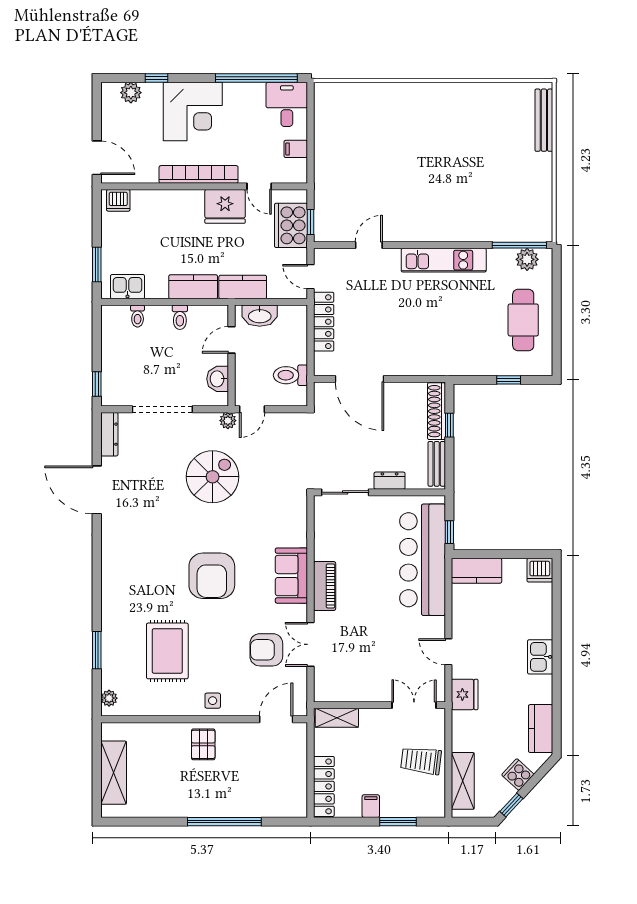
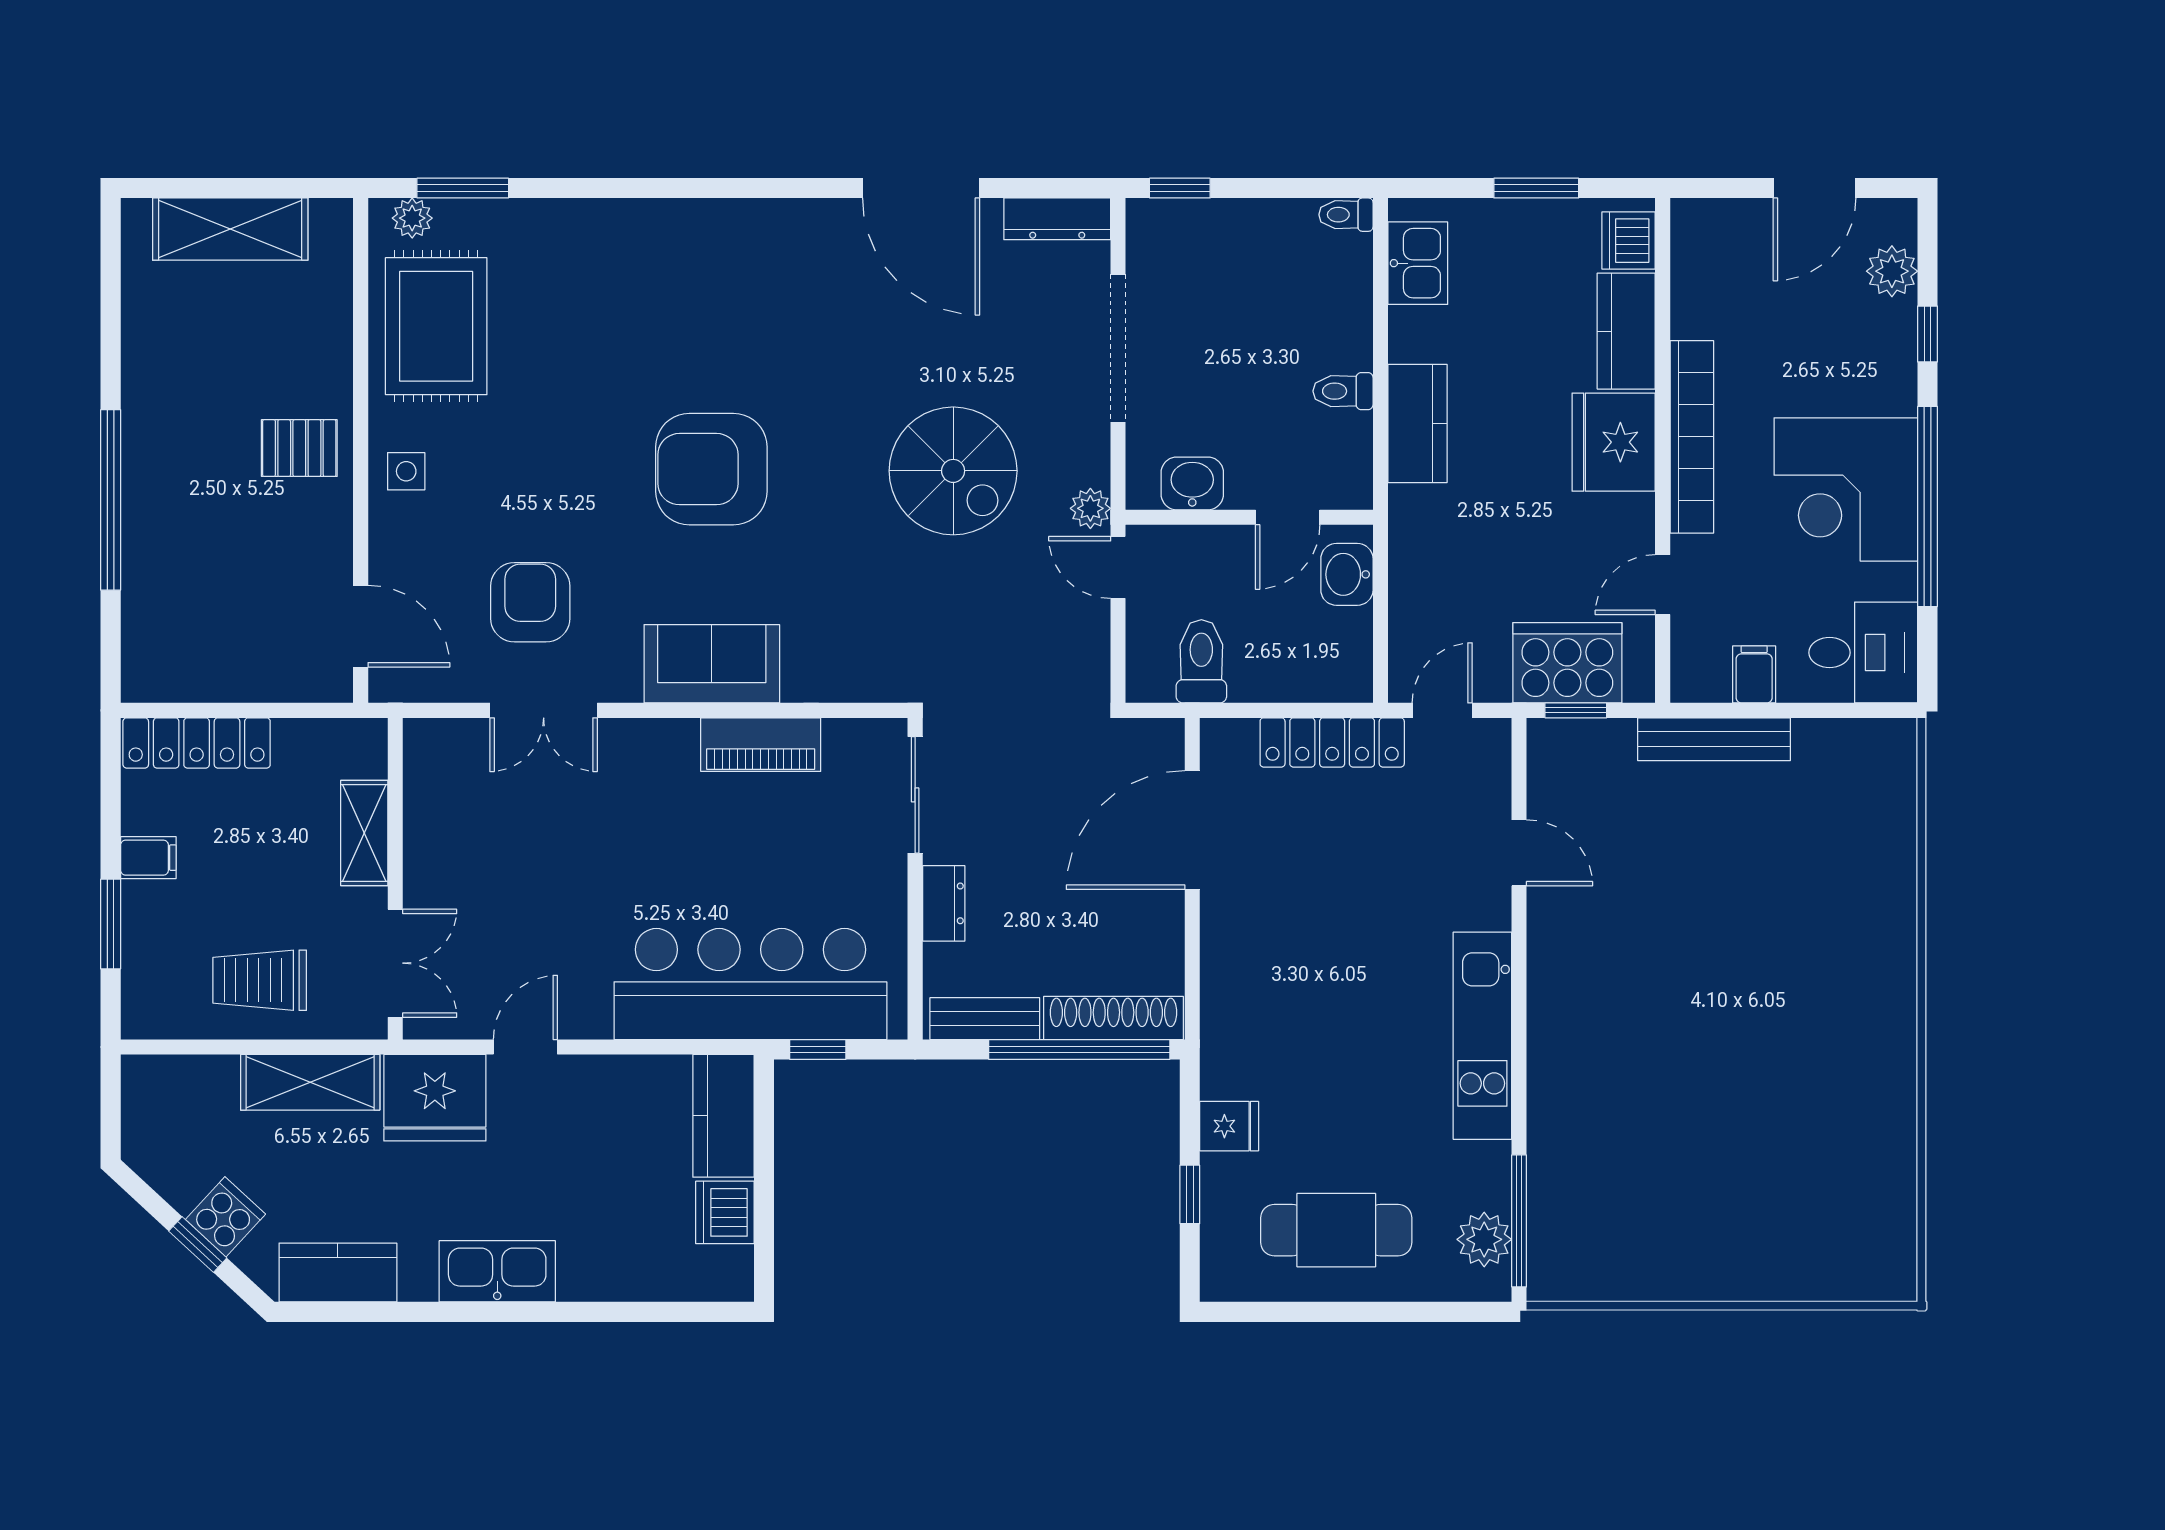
window: (256, 78) -> (1927, 506), moved
corner desk: (193, 111) -> (1846, 489), moved
bench: (544, 120) -> (1714, 739), moved
door: (97, 158) -> (1815, 188), moved
fridge: (225, 206) -> (1614, 442), moved
window: (97, 264) -> (1536, 188), moved
kitchen counter: (243, 287) -> (1626, 331), moved, turned 180
toilet: (138, 316) -> (1346, 215), moved
washbasin: (260, 316) -> (1347, 574), width x0.72
door: (232, 340) -> (1288, 517), swing flipped
fridge: (481, 364) -> (1229, 1126), added
window: (449, 425) -> (1079, 1049), width x3.17
door: (97, 490) -> (921, 188), swing flipped
dishwasher: (540, 570) -> (725, 1212), moved
piano: (325, 586) -> (761, 745), moved
double door: (311, 644) -> (544, 710), swing flipped
window: (97, 650) -> (463, 188), moved
rug: (167, 651) -> (436, 326), moved, turned 90
kitchen sink: (540, 657) -> (497, 1271), width x1.38
fridge: (465, 694) -> (435, 1098), width x1.36, depth x1.34
shelving: (337, 718) -> (364, 833), moved
trolley: (421, 761) -> (260, 980), turned -97
shelving: (463, 781) -> (310, 1082), moved
window: (511, 805) -> (198, 1244), moved

